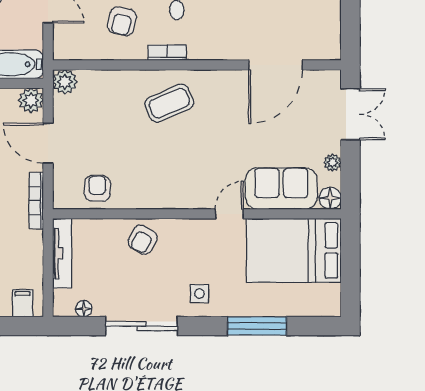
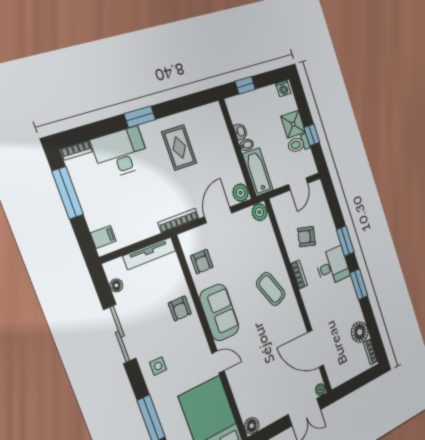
plant: (333, 162) -> (320, 390), moved
armchair: (97, 188) -> (202, 262), turned 90
sofa: (281, 188) -> (219, 312), moved
armchair: (143, 240) -> (180, 308), turned -119

